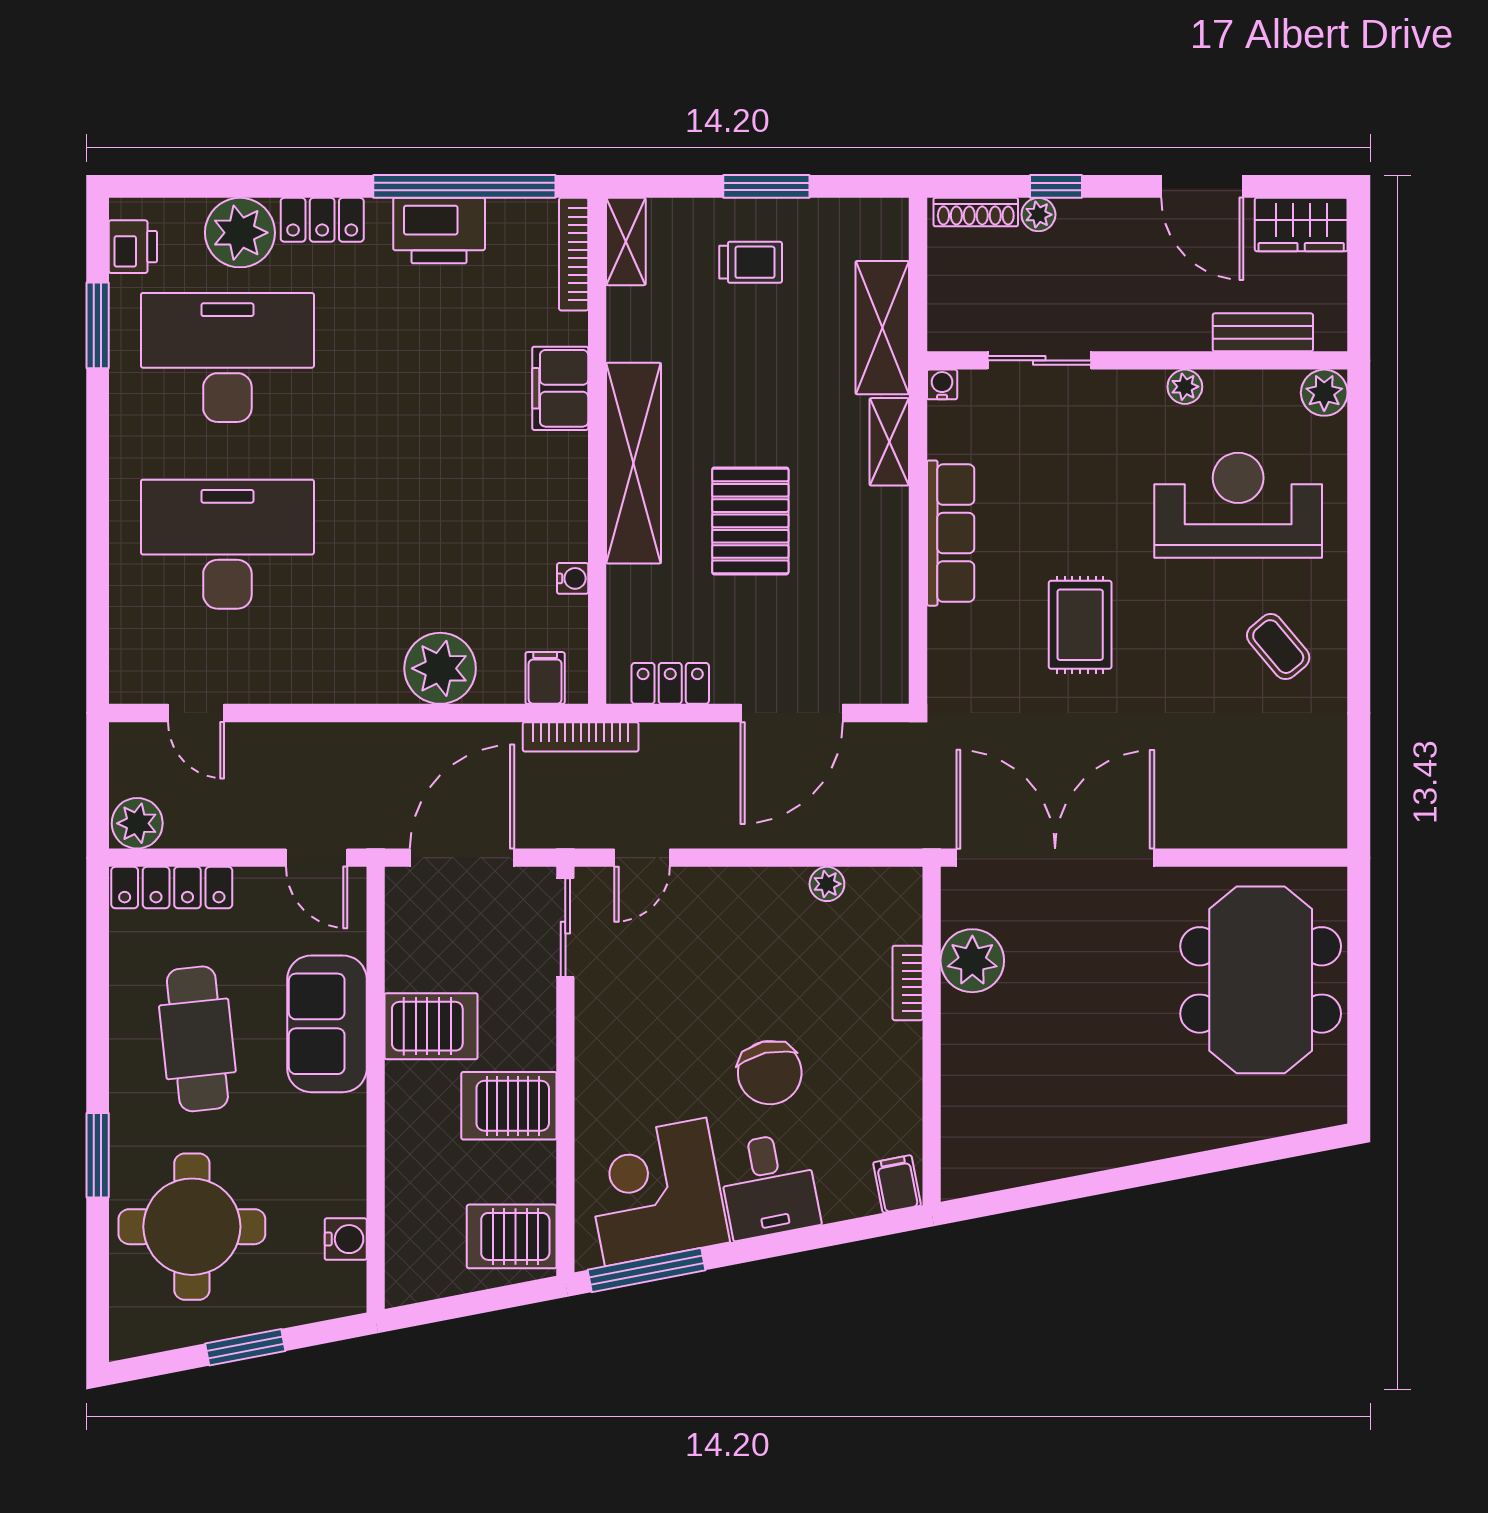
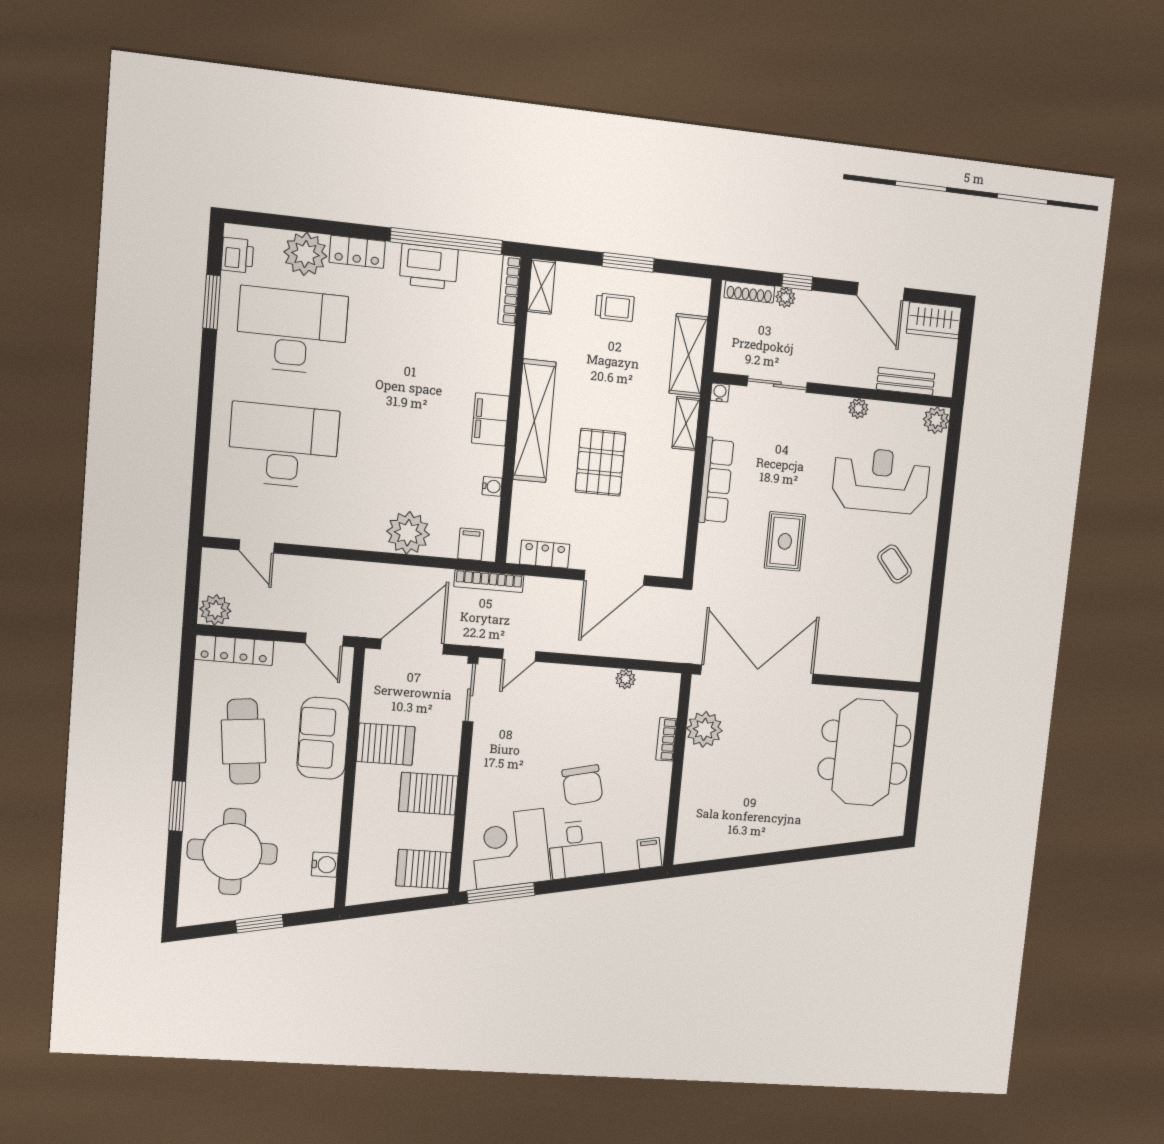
filing cabinet: (560, 388) -> (490, 419), moved

